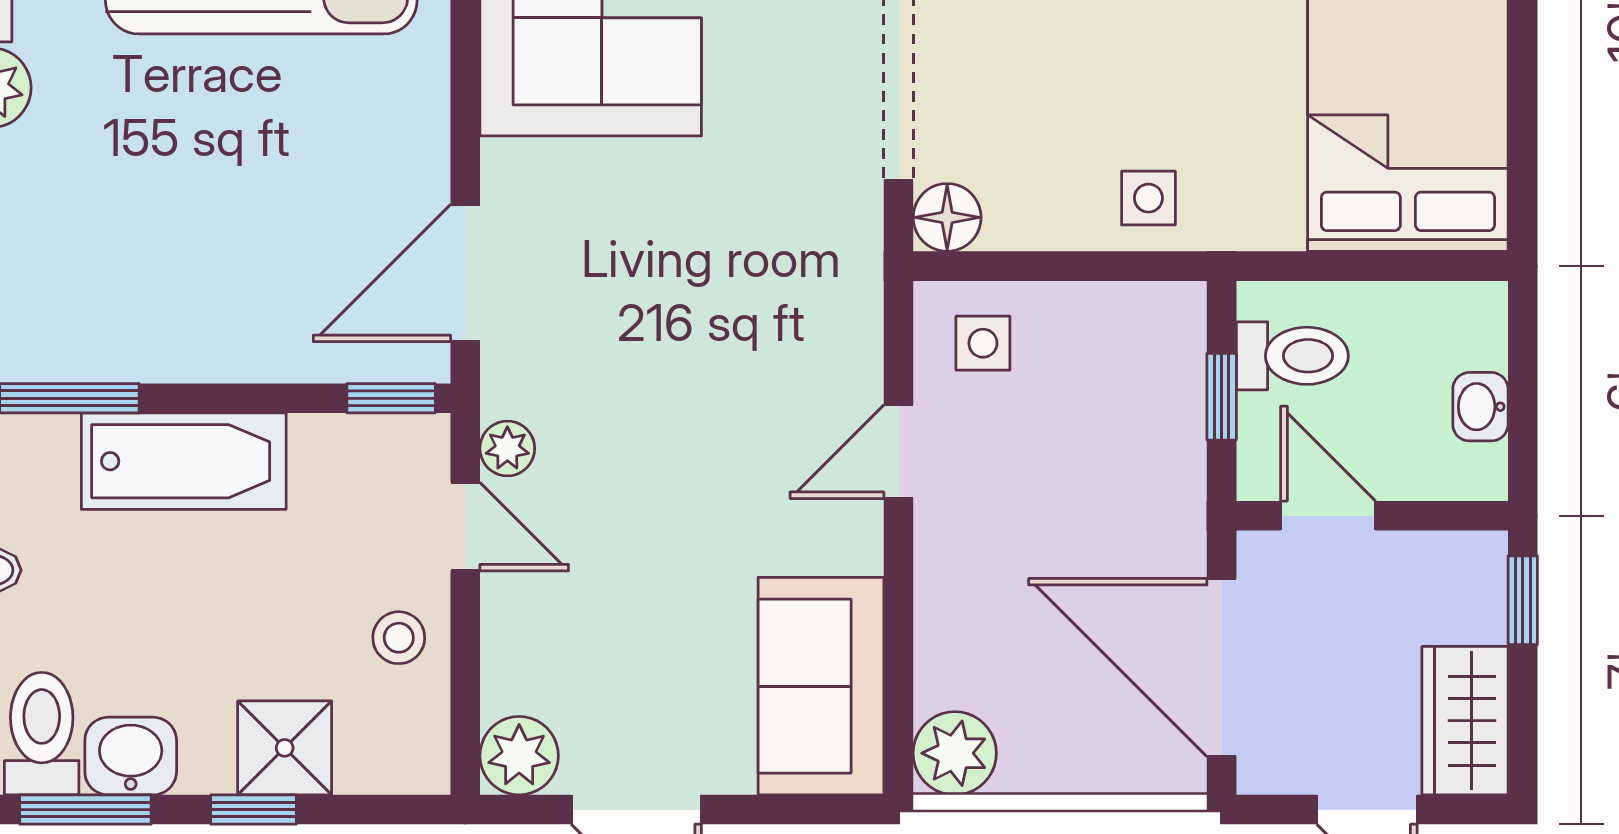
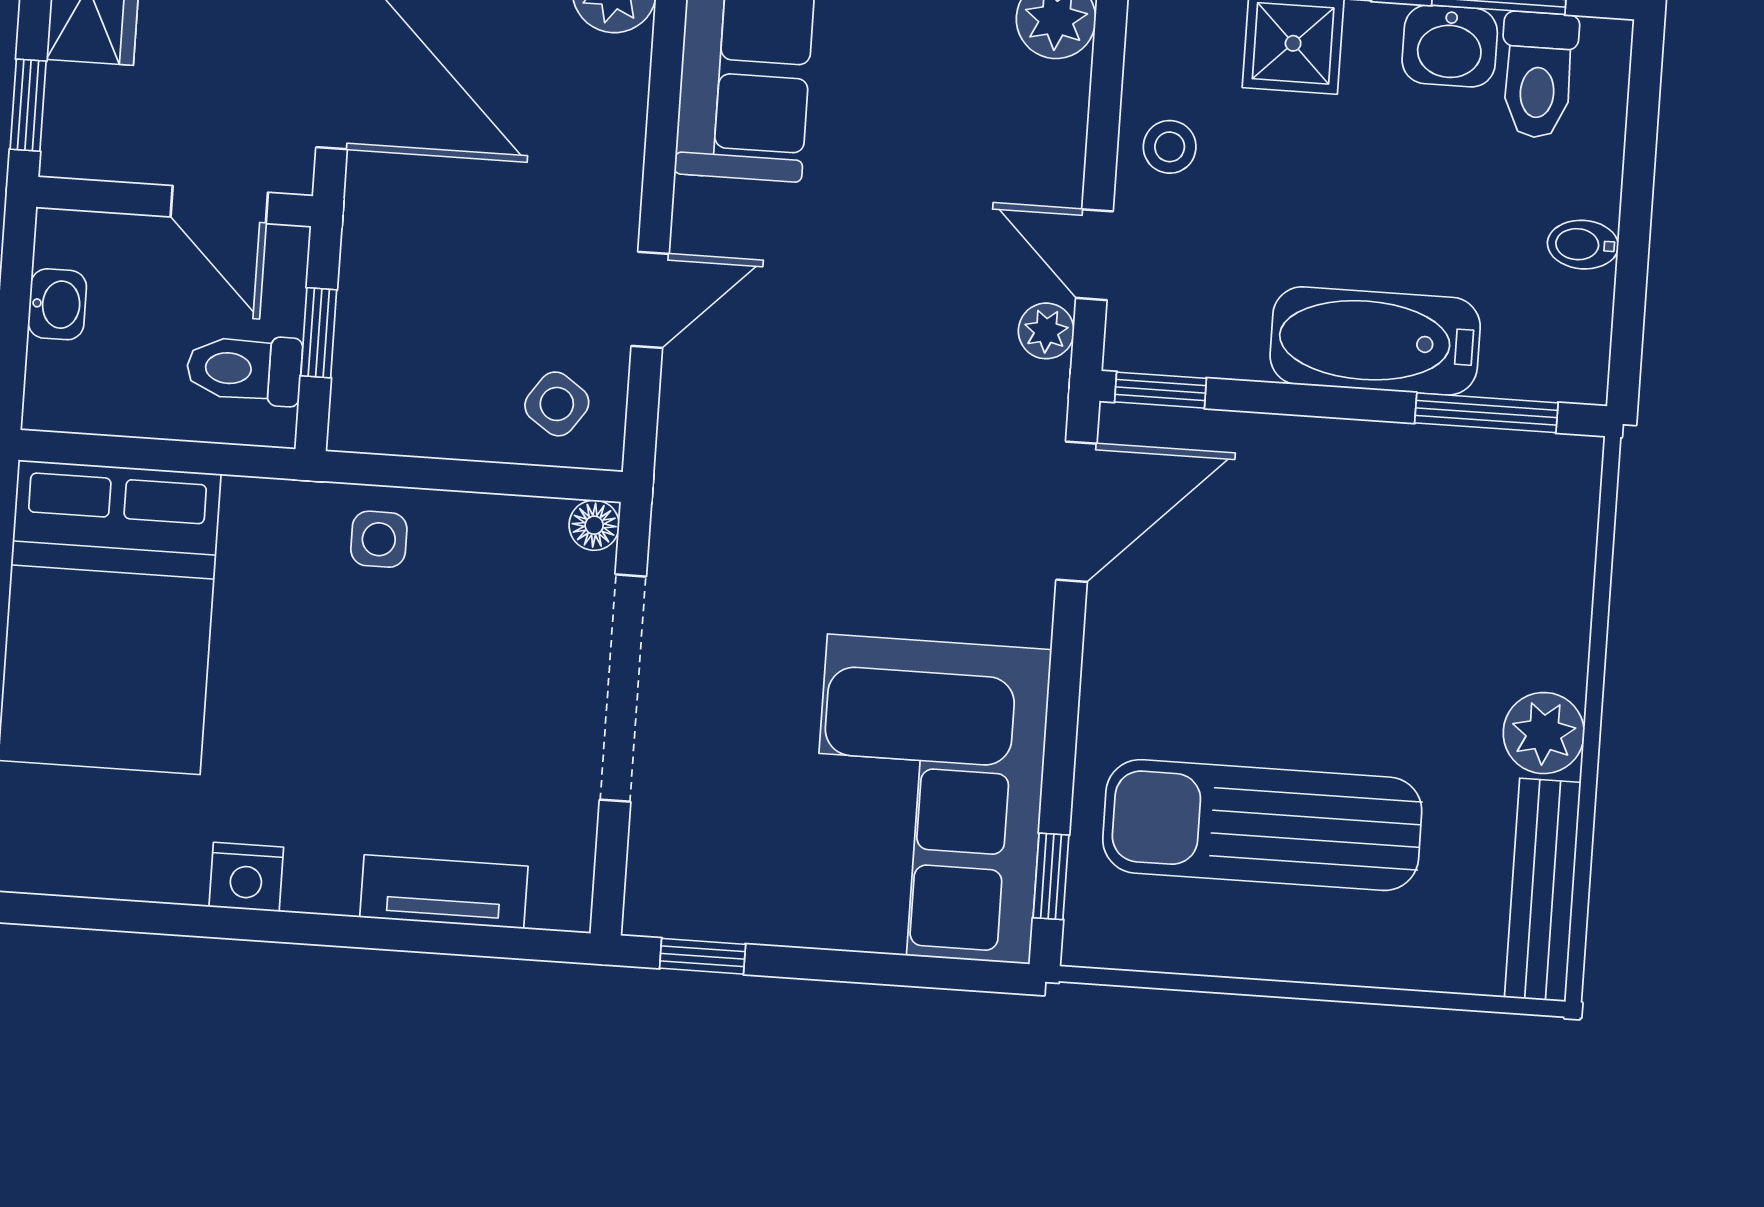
floor lamp: (947, 217) -> (594, 525), width x0.73, depth x0.73
side table: (983, 343) -> (557, 404), turned 35

